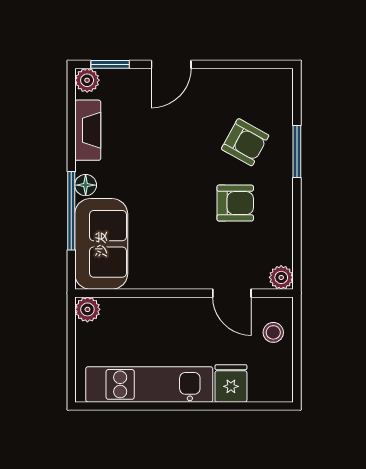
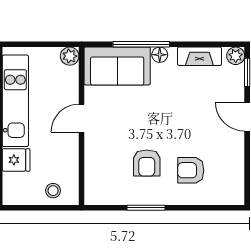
armchair: (245, 142) -> (191, 170), turned 61
window: (297, 152) -> (146, 208), moved
plant: (281, 277) -> (93, 196), removed
door: (232, 293) -> (81, 118), moved

